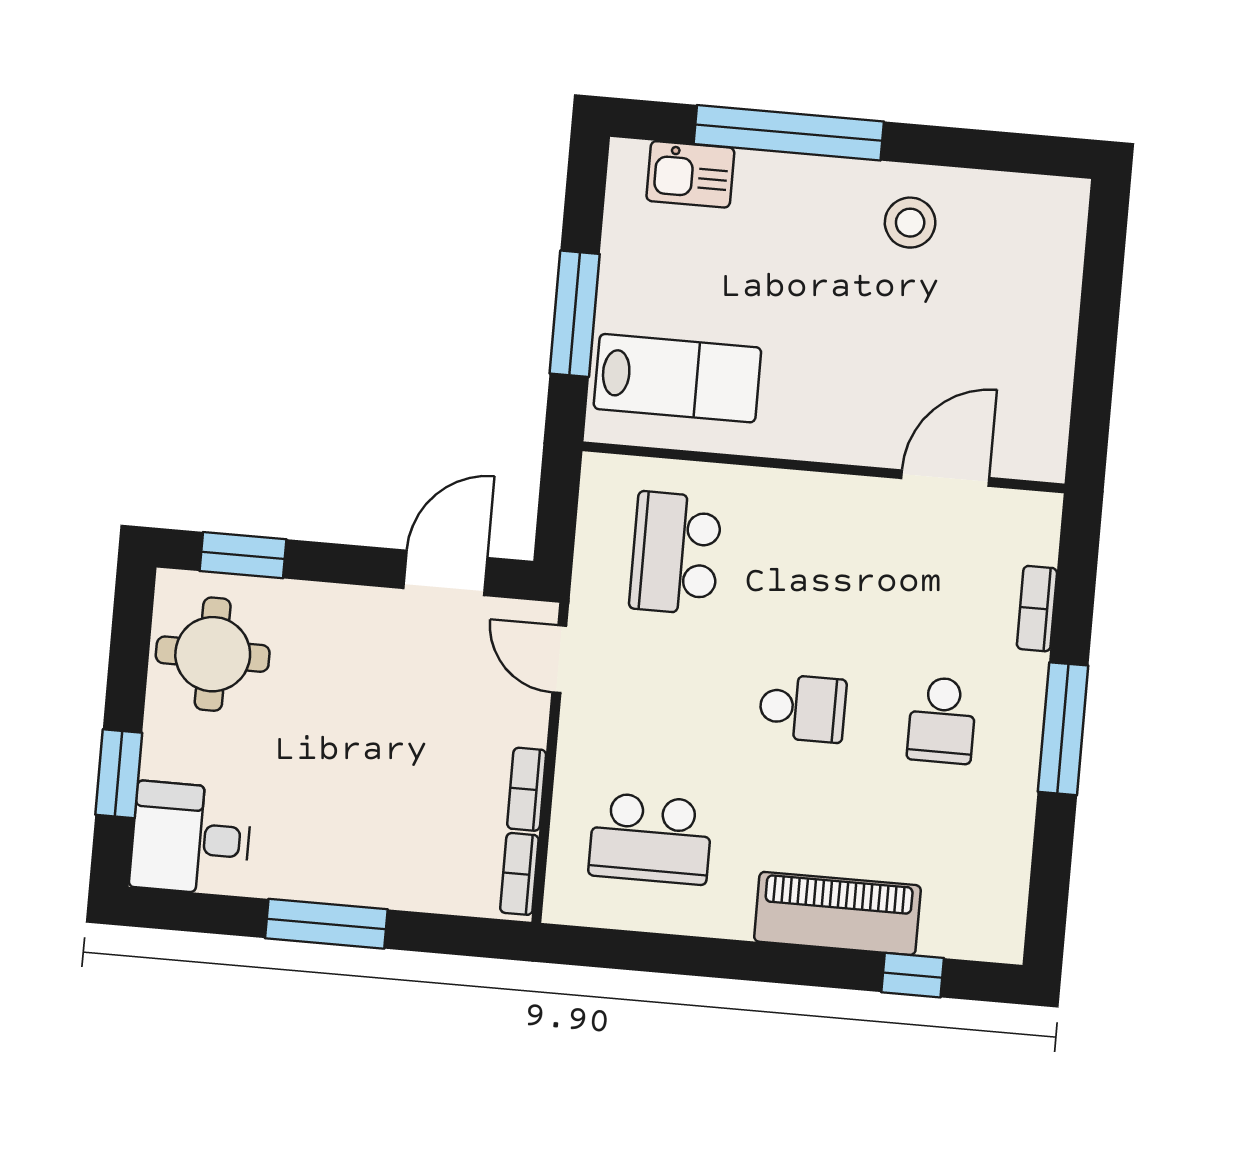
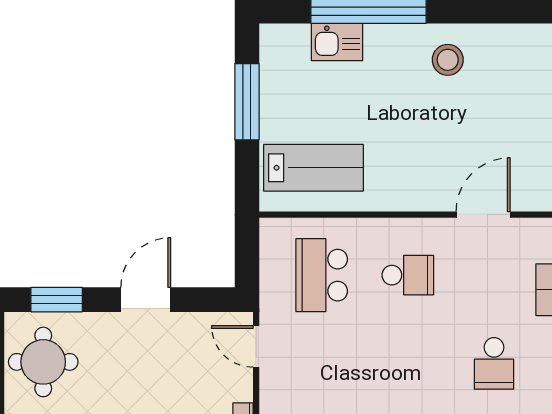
kitchen sink: (690, 174) -> (337, 42), moved
window: (575, 314) -> (247, 102), moved
door: (446, 573) -> (146, 300), moved
school desk: (803, 708) -> (408, 275), moved

